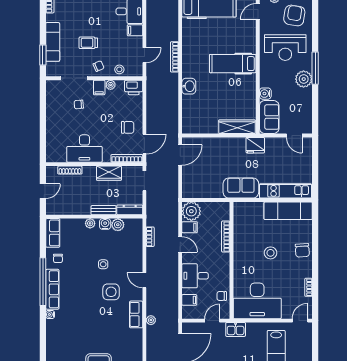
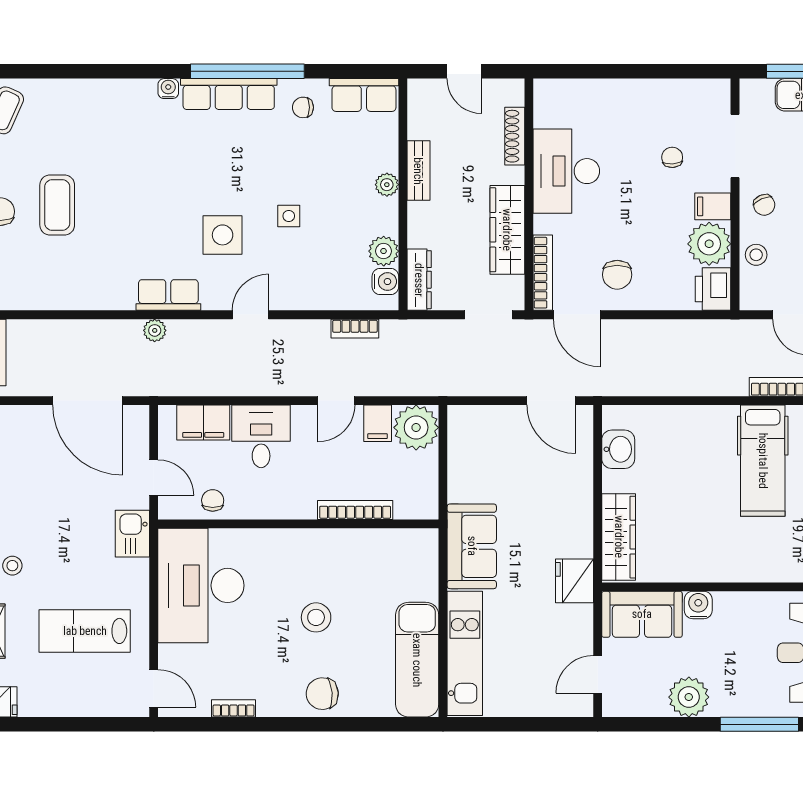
hospital bed: (233, 64) -> (763, 461), moved, turned 180
plant: (304, 79) -> (689, 697), moved
plant: (111, 85) -> (709, 244), width x1.87, depth x1.87
washbasin: (189, 86) -> (618, 449), moved, turned -90
wardrobe: (109, 173) -> (507, 230), width x1.50
bench: (104, 210) -> (418, 171), moved
water cooler: (105, 224) -> (385, 282), moved
filing cabinet: (189, 300) -> (203, 423), width x2.00

